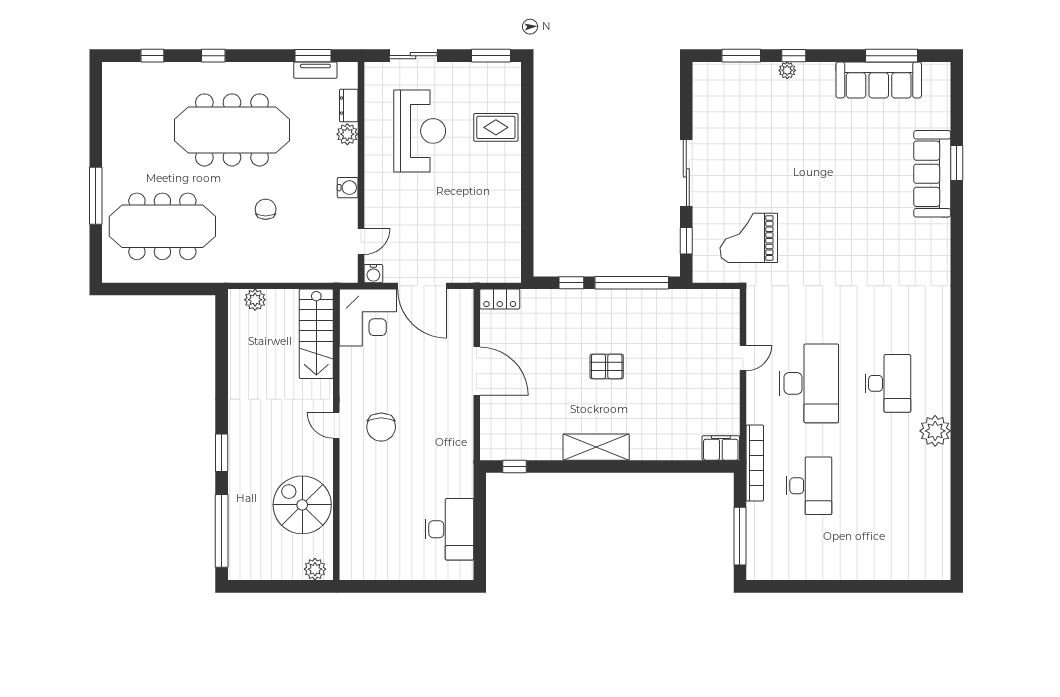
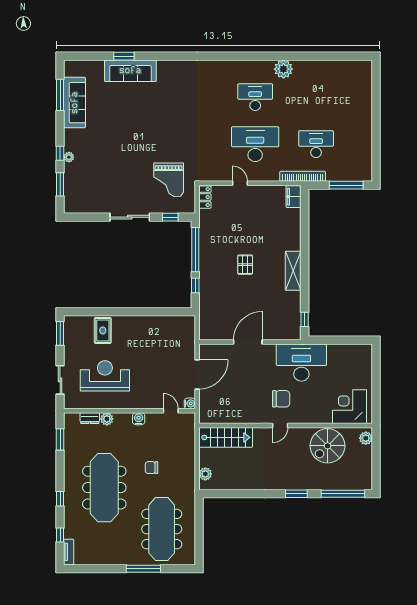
tv unit: (315, 70) -> (69, 552), moved
locker: (500, 299) -> (205, 197), moved
corner desk: (368, 317) -> (350, 407), moved, turned -90
desk: (449, 529) -> (301, 363), moved, width x1.36, depth x1.30

